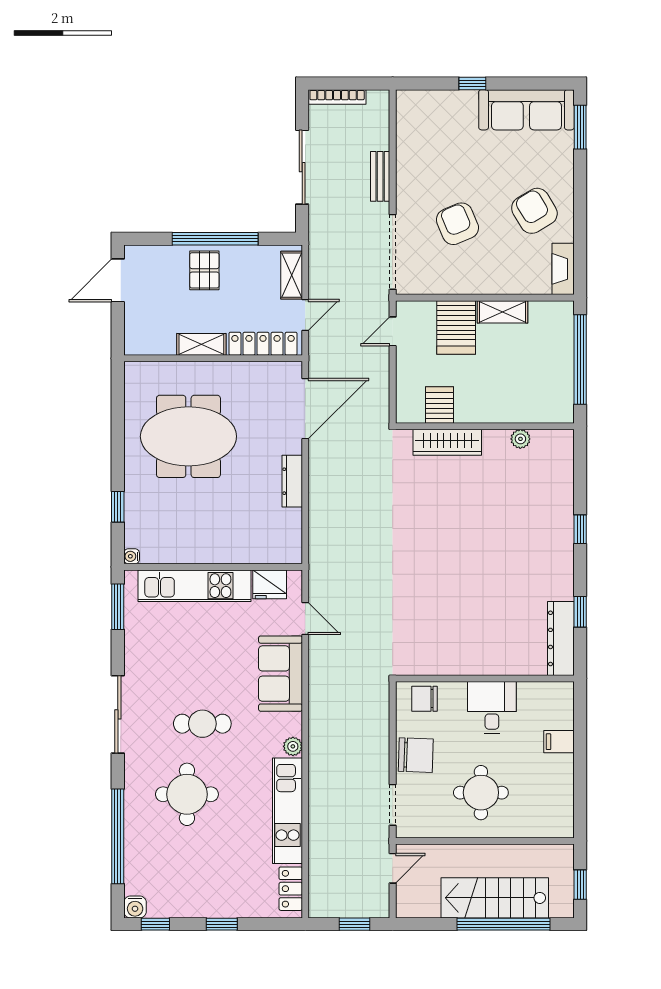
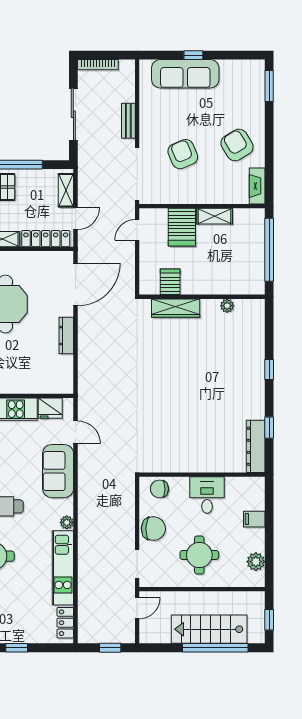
sofa: (526, 110) -> (185, 74), moved
plant: (561, 802) -> (256, 562), added

